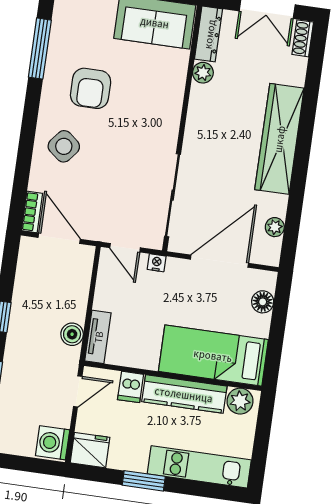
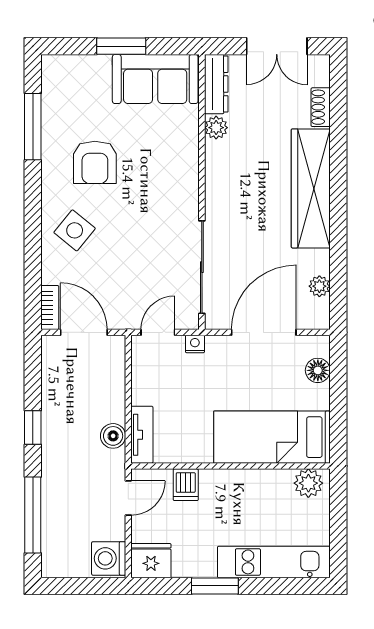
shoe rack: (303, 38) -> (321, 107), moved
door: (125, 248) -> (158, 332), swing flipped
kitchen counter: (184, 394) -> (246, 484), removed

